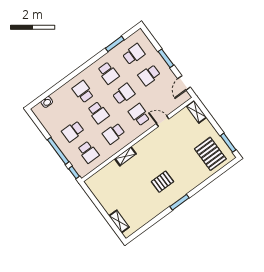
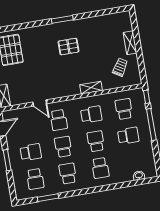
school desk: (134, 54) -> (35, 179), turned -90
school desk: (124, 94) -> (63, 147), turned 90
trolley: (109, 186) -> (120, 67), added
shelving: (119, 222) -> (130, 43), moved

